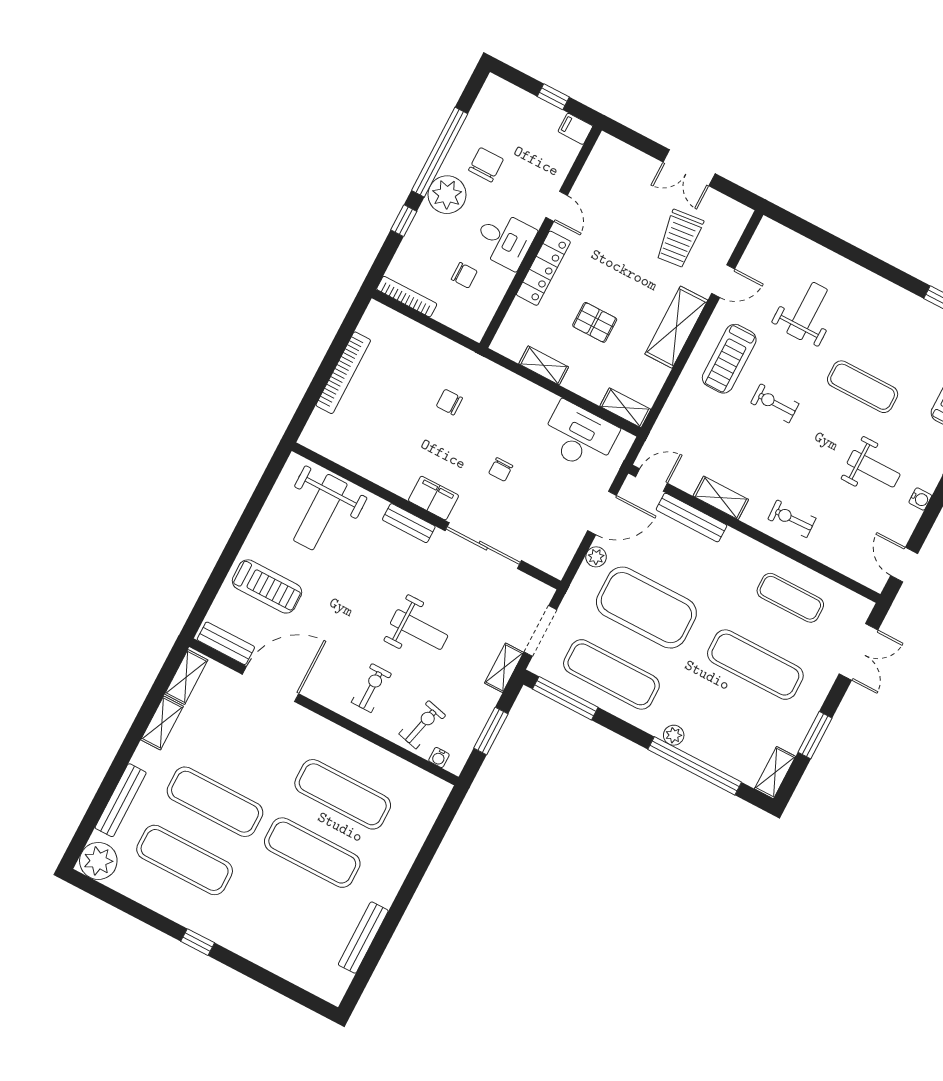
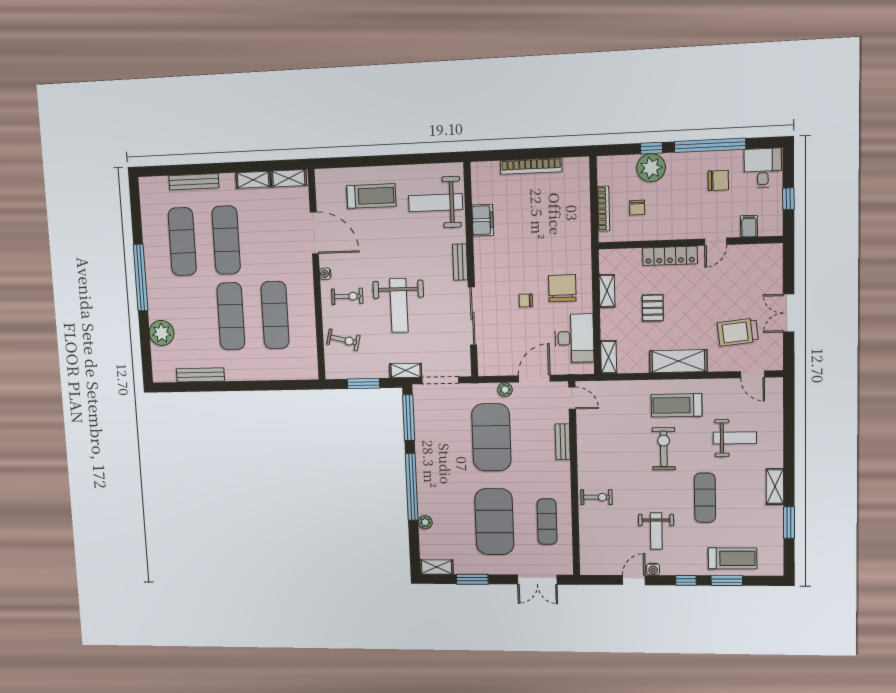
filing cabinet: (575, 129) -> (749, 226), moved
plant: (447, 195) -> (651, 168), moved
desk: (505, 240) -> (763, 168), moved, turned 180
door: (723, 281) -> (753, 374), moved
bookcase: (407, 297) -> (603, 209), moved
chair: (449, 402) -> (562, 288), moved, width x1.87, depth x1.87
exercise bike: (775, 403) -> (664, 449), width x1.38, depth x1.39
filing cabinet: (433, 498) -> (483, 220), moved
shelving: (721, 498) -> (775, 487), moved
door: (602, 513) -> (534, 379), swing flipped
bench: (691, 518) -> (563, 442), width x0.73
exercise bike: (792, 519) -> (597, 497), turned 92
door: (904, 565) -> (634, 580), moved
treadmill: (267, 586) -> (371, 196), turned -90
weight bench: (419, 630) -> (399, 305), width x1.36, depth x1.33
bench: (226, 643) -> (323, 191), removed
exercise mat: (755, 665) -> (494, 522), width x1.47
exercise mat: (611, 674) -> (439, 438), removed
plant: (674, 735) -> (425, 522), moved
water cooler: (439, 758) -> (325, 274), moved
window: (695, 766) -> (412, 487), moved
plant: (98, 861) -> (162, 333), moved
window: (198, 942) -> (141, 278), width x3.17

